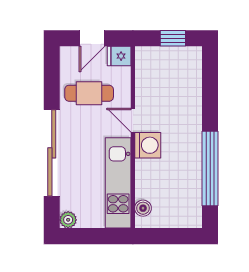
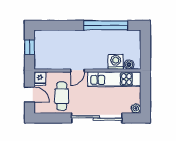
washing machine: (148, 145) -> (116, 62), moved

